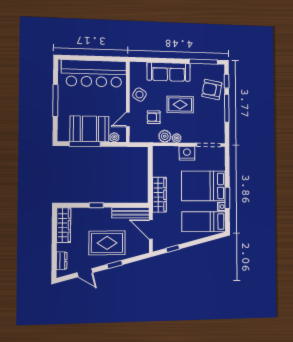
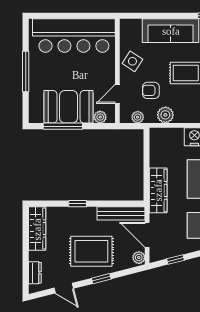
plant: (177, 138) -> (138, 117), moved
plant: (144, 247) -> (139, 258), added

